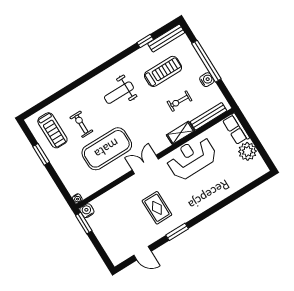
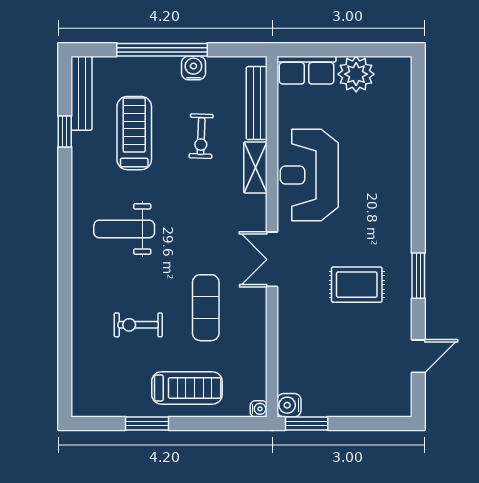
weight bench: (119, 93) -> (124, 229), turned 90
treadmill: (52, 130) -> (187, 388), moved
exercise mat: (107, 149) -> (206, 308), width x0.50, depth x0.69

